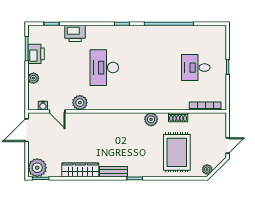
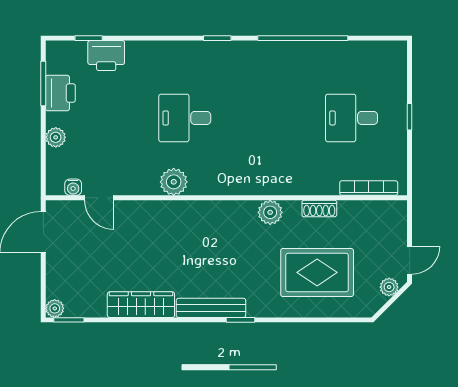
printer: (75, 33) -> (106, 56), moved
desk: (104, 68) -> (185, 118), width x0.73
plant: (80, 103) -> (174, 182), moved
rug: (177, 152) -> (317, 272), turned 90
plant: (37, 168) -> (55, 308), width x0.53, depth x0.53
plant: (207, 169) -> (389, 287), moved
bench: (114, 172) -> (211, 308), width x1.36

